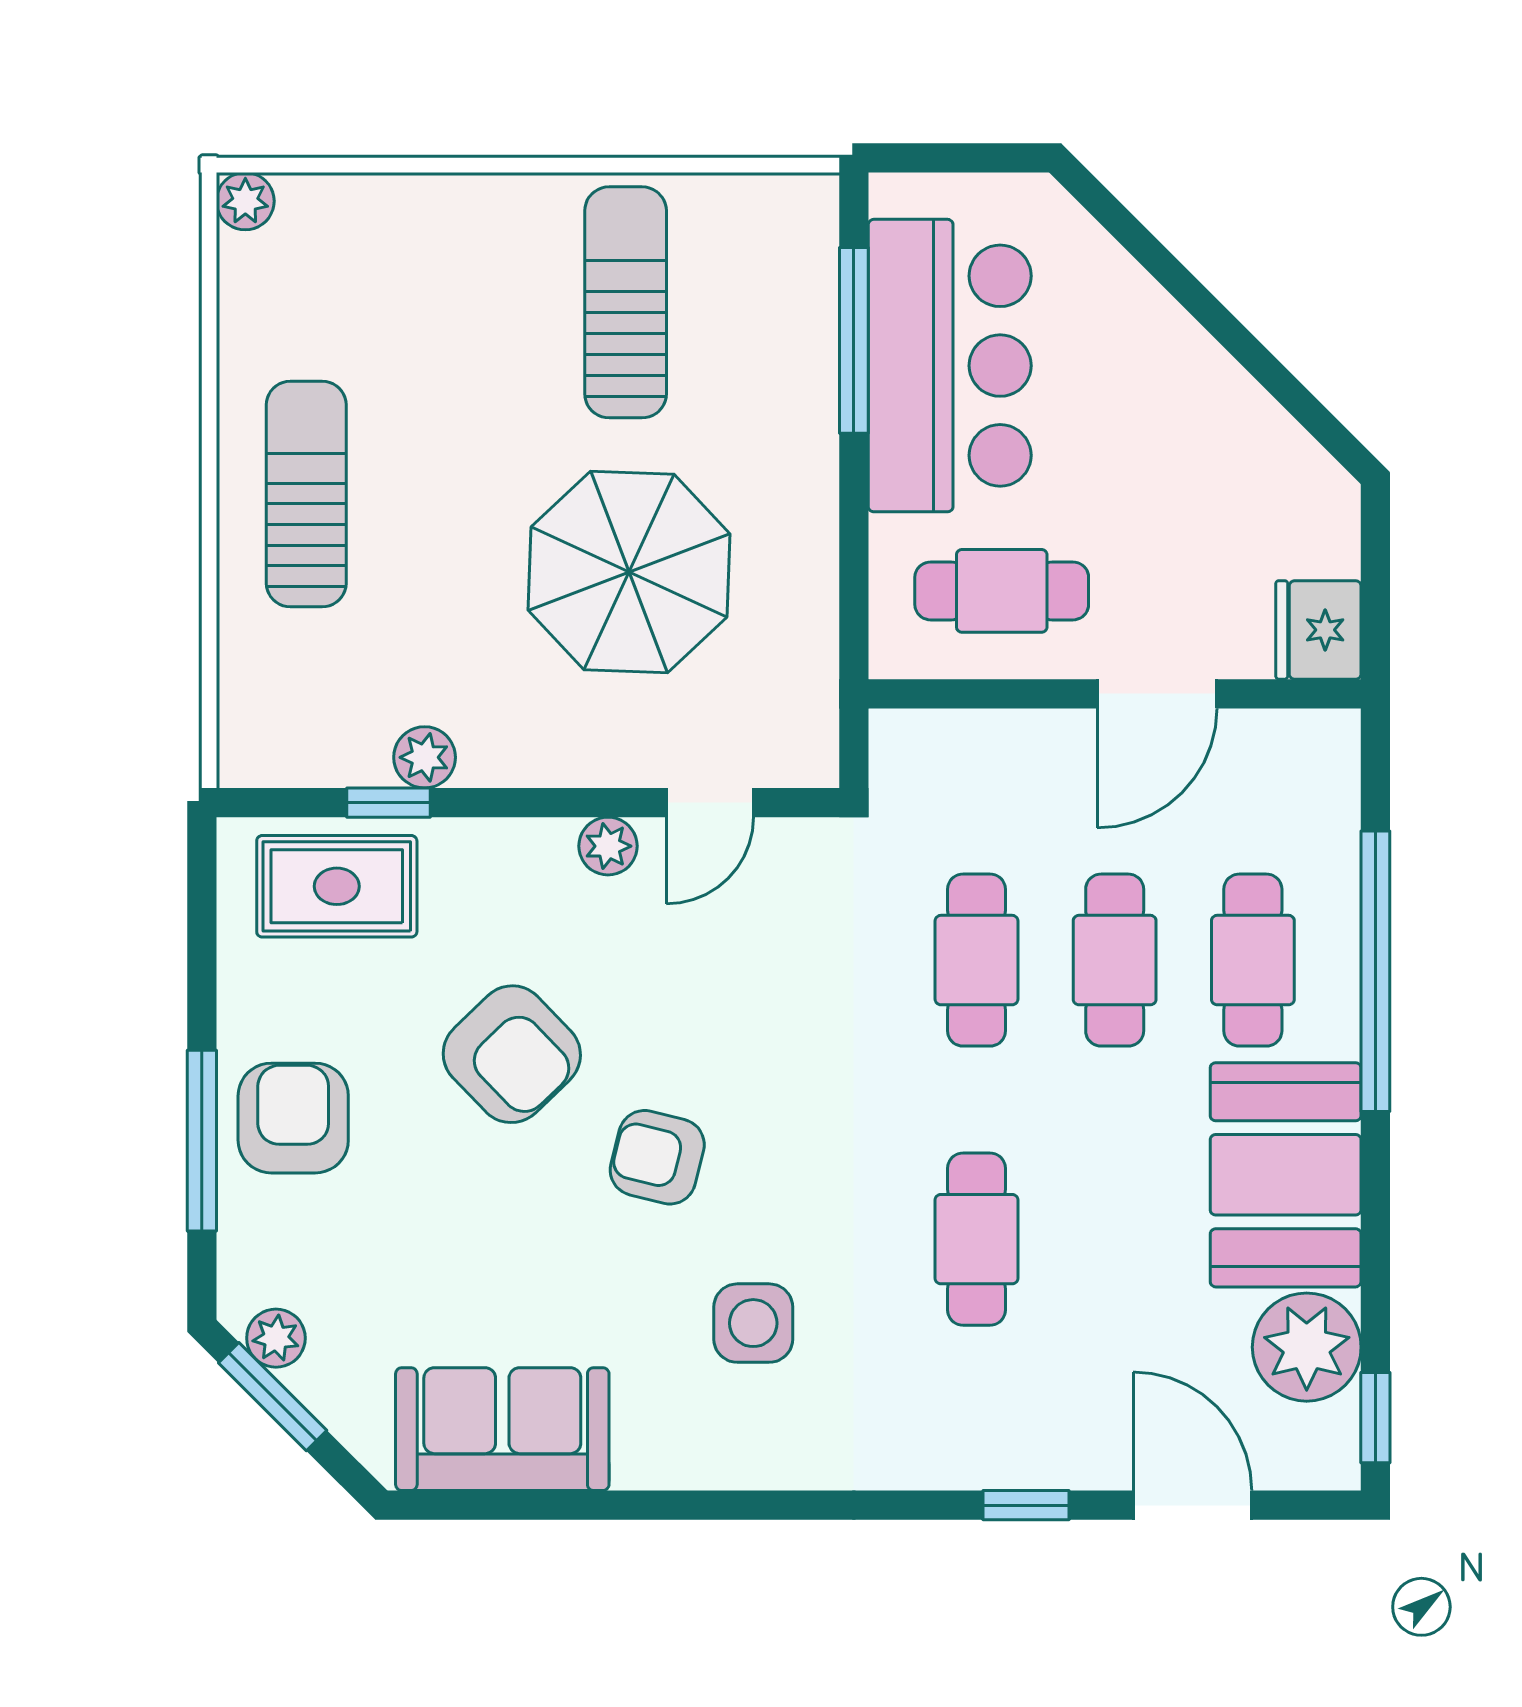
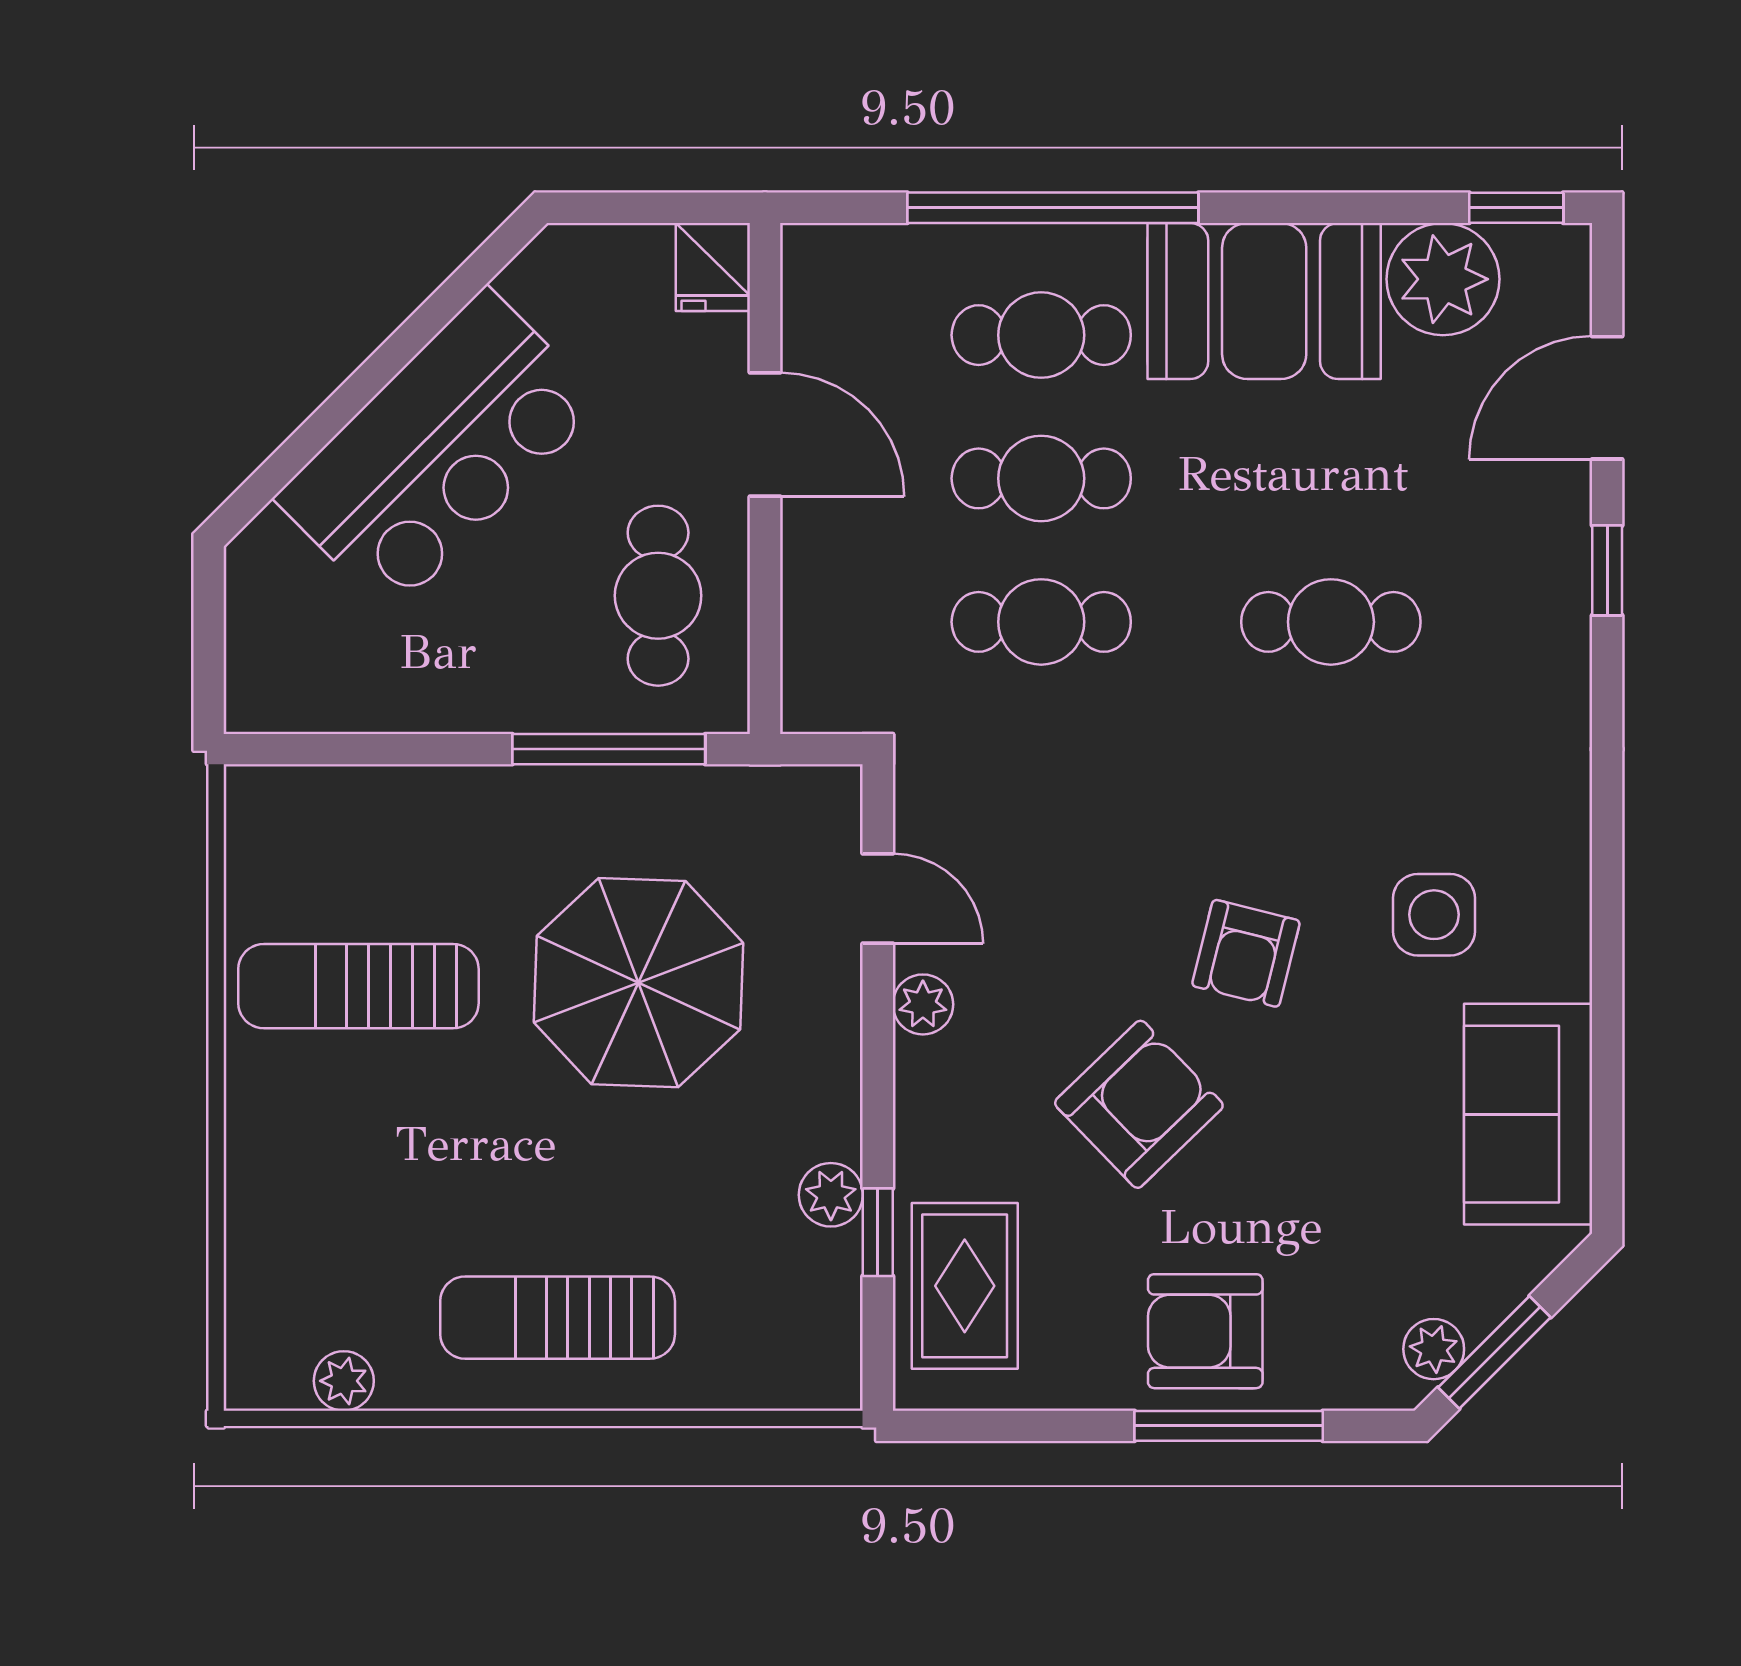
plant: (245, 201) -> (344, 1381), moved
window: (854, 340) -> (609, 749), moved
bar counter: (950, 366) -> (439, 451), moved, turned 135
fridge: (1318, 630) -> (713, 267), width x0.72
side table: (753, 1323) -> (1434, 915), moved

